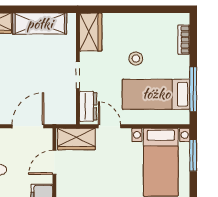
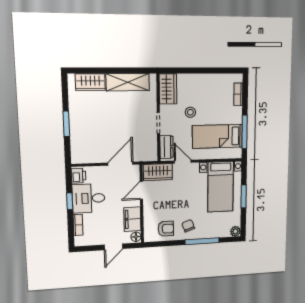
stool: (136, 59) -> (190, 112), moved
window: (193, 155) -> (244, 196), moved

